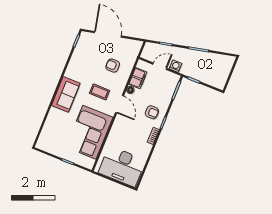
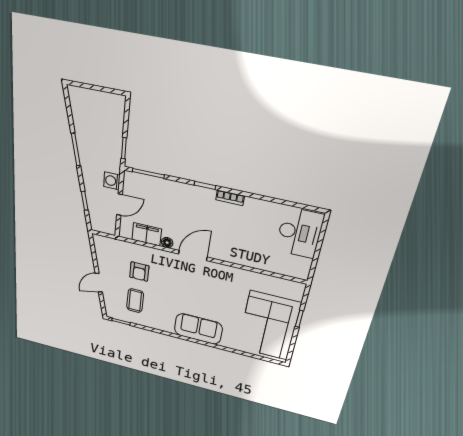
door: (108, 34) -> (99, 283), width x0.53
door: (160, 66) -> (119, 205), swing flipped
coffee table: (99, 92) -> (135, 301), moved
armchair: (152, 112) -> (192, 206), removed
corner sofa: (89, 132) -> (269, 326), moved, turned 90
desk: (122, 166) -> (300, 233), width x0.73, depth x0.77

